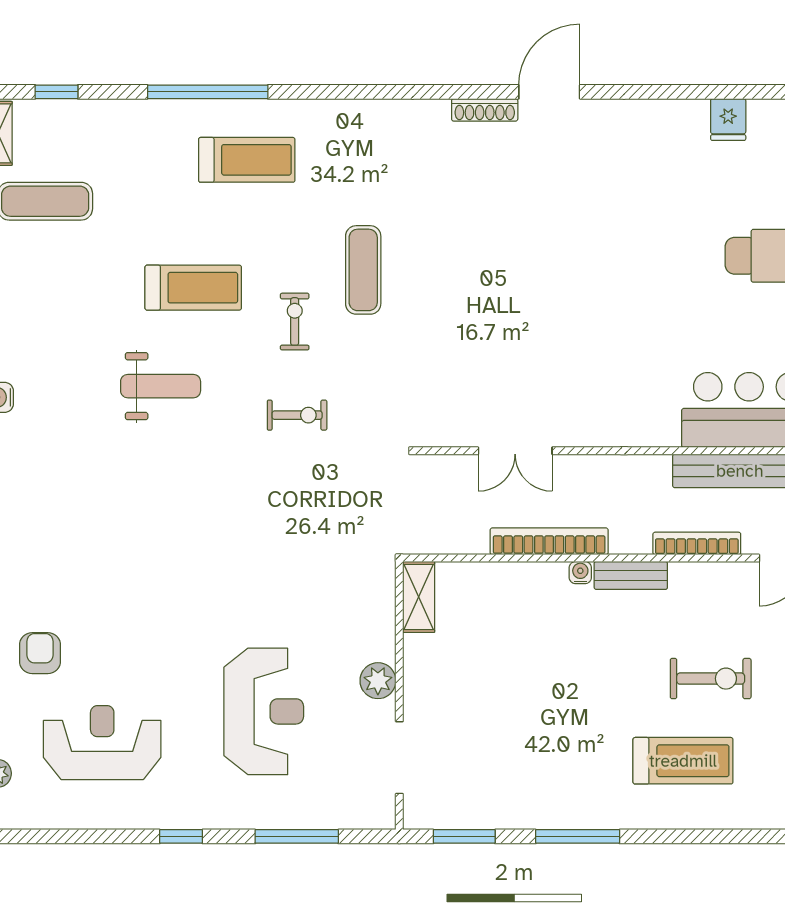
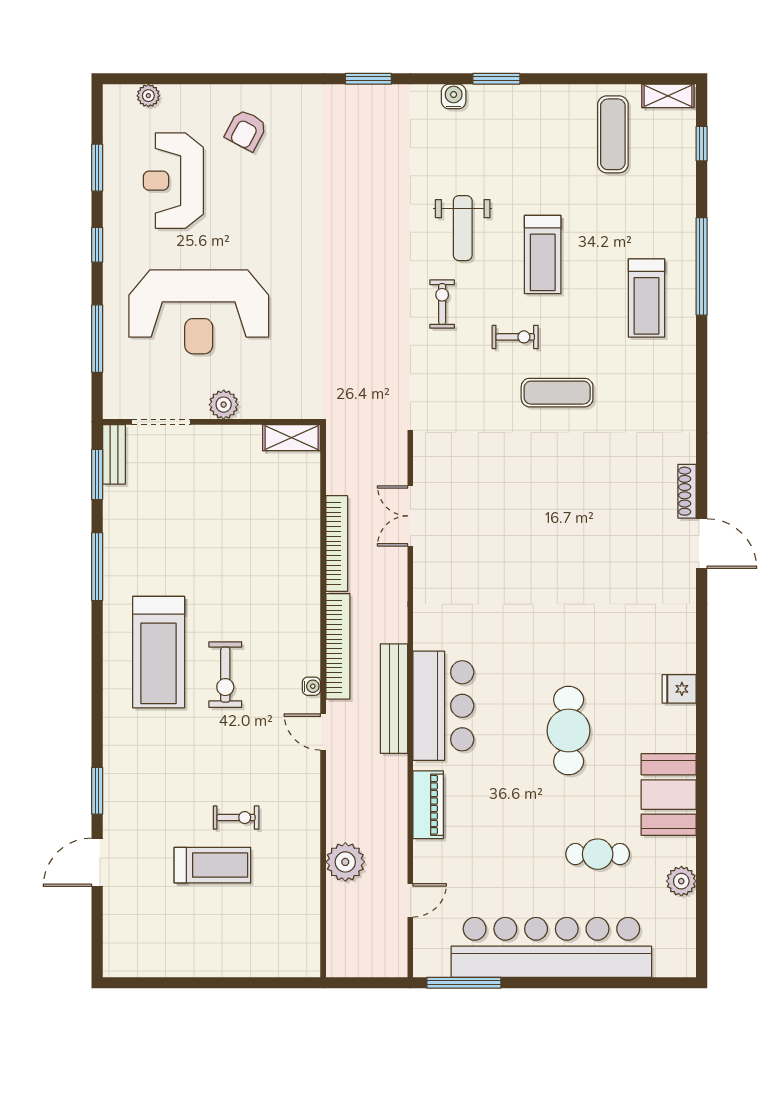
exercise bike: (297, 415) -> (442, 304), moved, turned 180
bookcase: (697, 543) -> (338, 646), width x1.48, depth x1.31
water cooler: (580, 573) -> (311, 686), moved
bench: (631, 575) -> (114, 454), moved
armchair: (40, 653) -> (246, 130), turned 118
reception desk: (264, 711) -> (199, 312), width x1.36, depth x1.30
reception desk: (102, 743) -> (173, 181), turned 180
treadmill: (683, 761) -> (159, 652), width x1.37, depth x1.38
window: (86, 836) -> (97, 168), added

